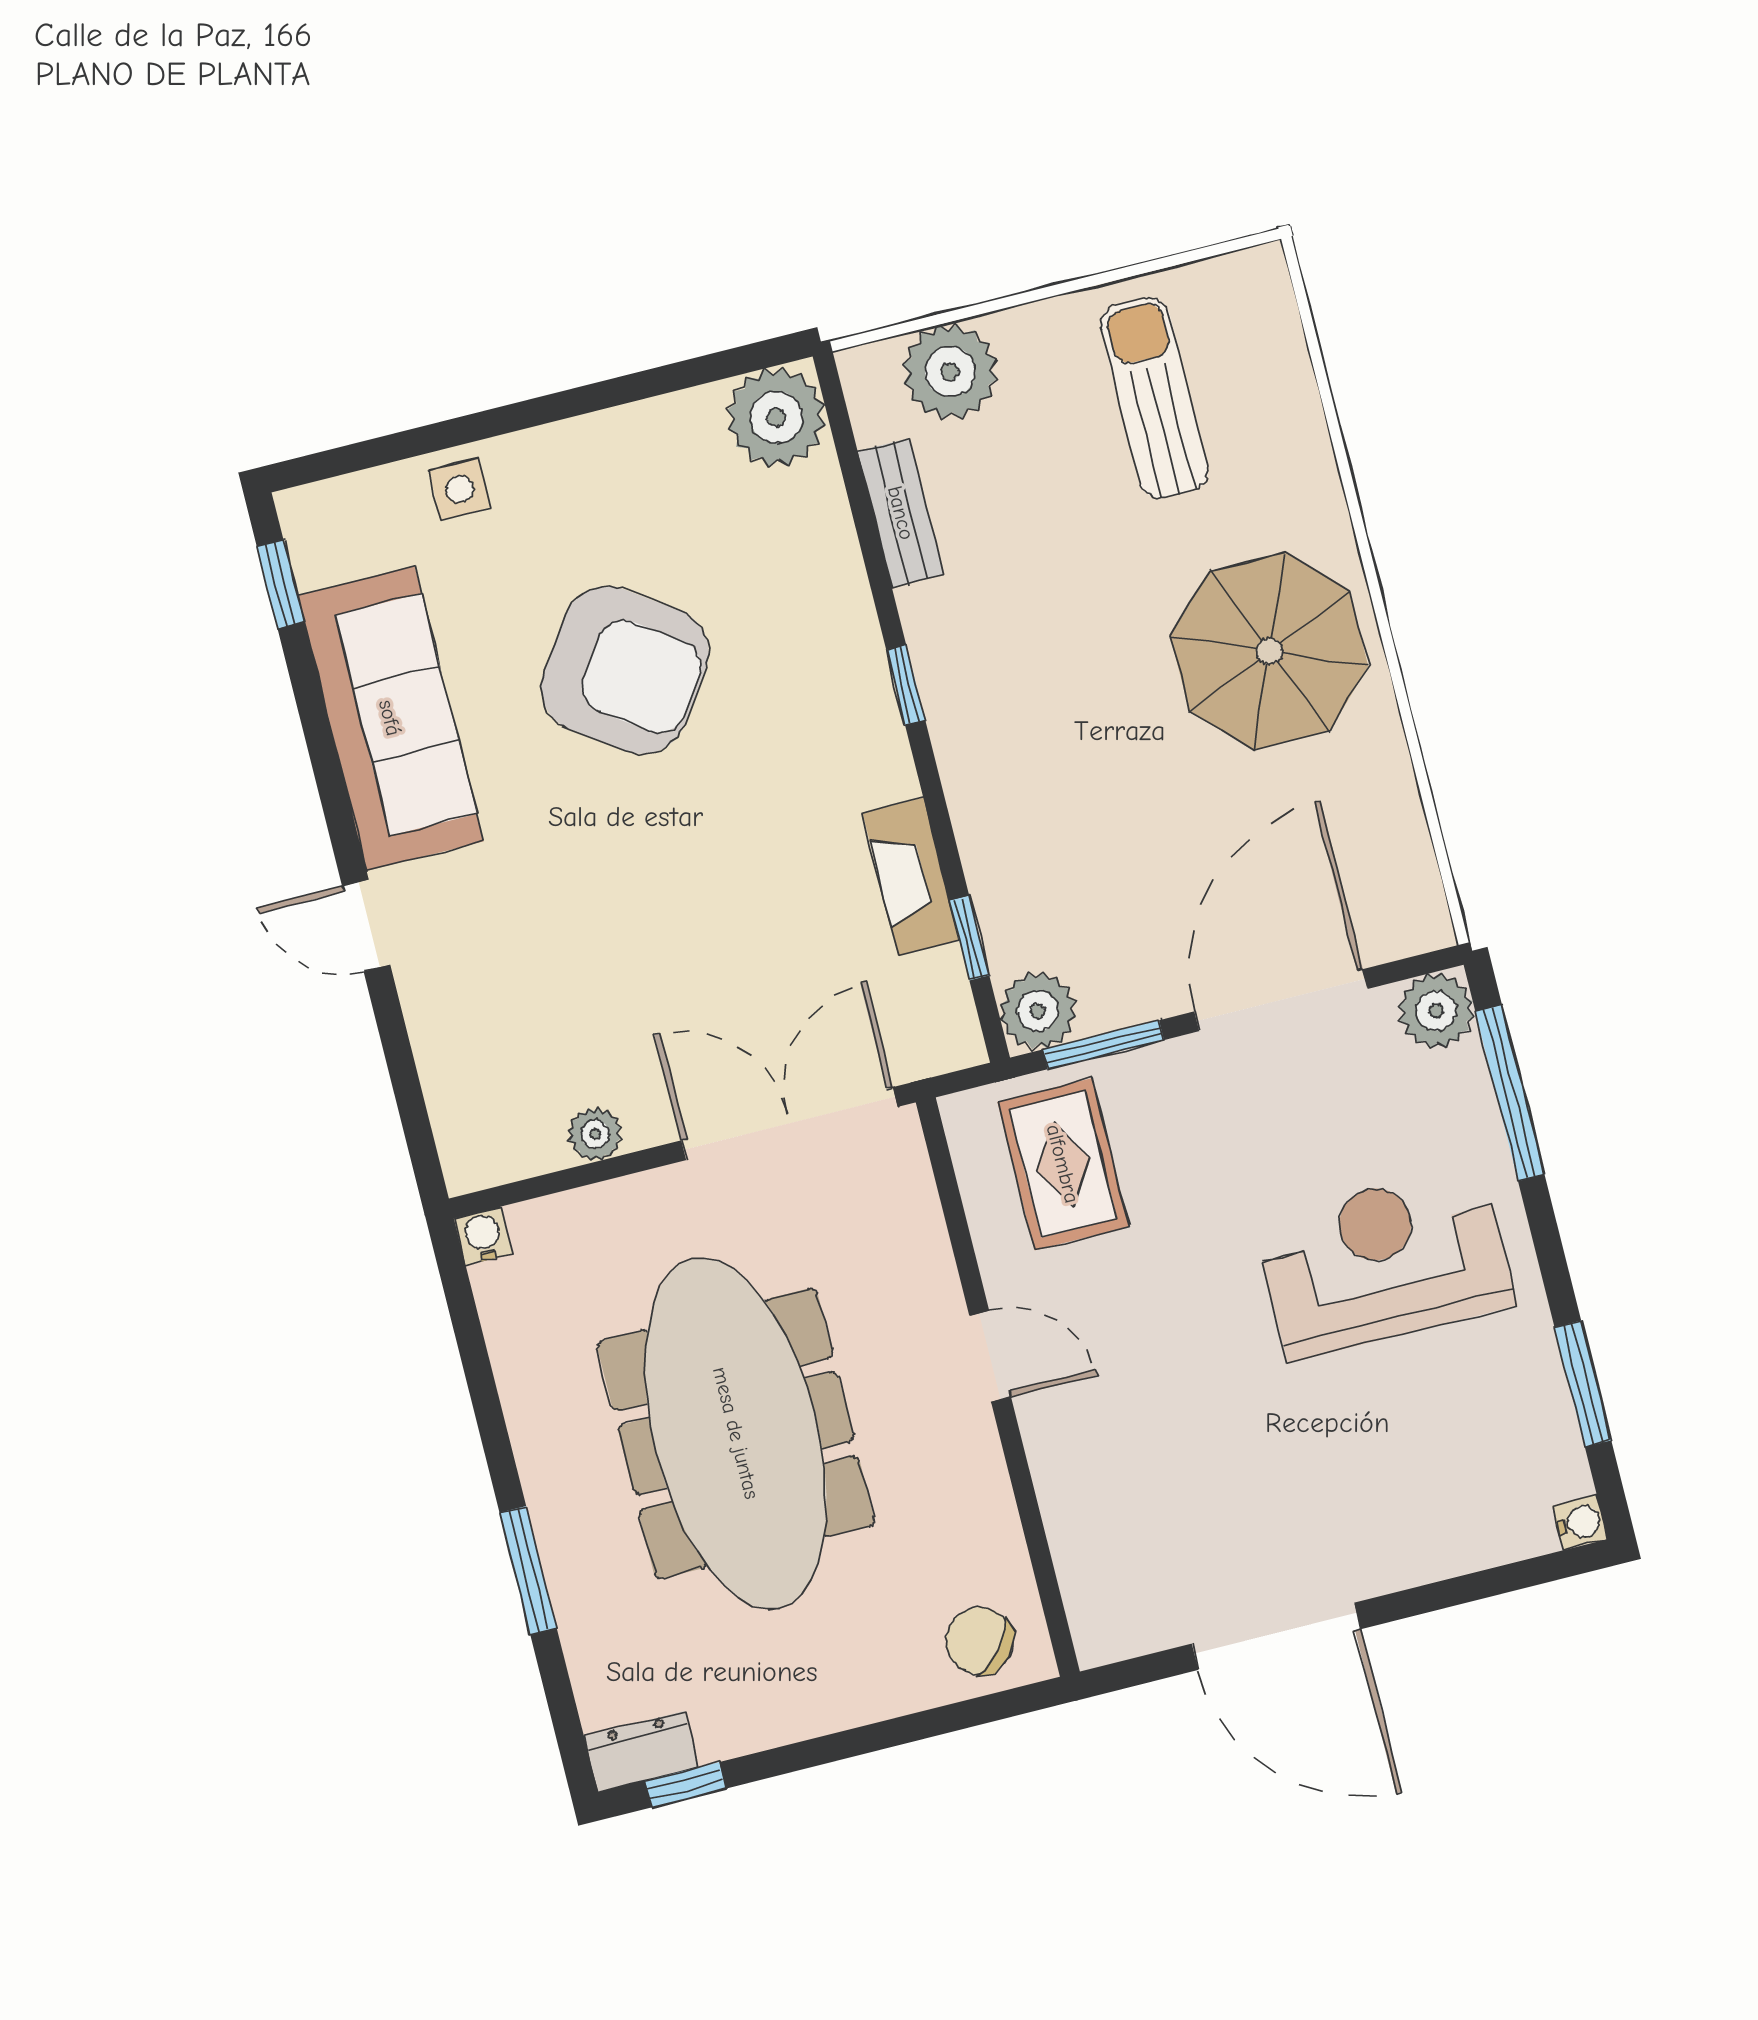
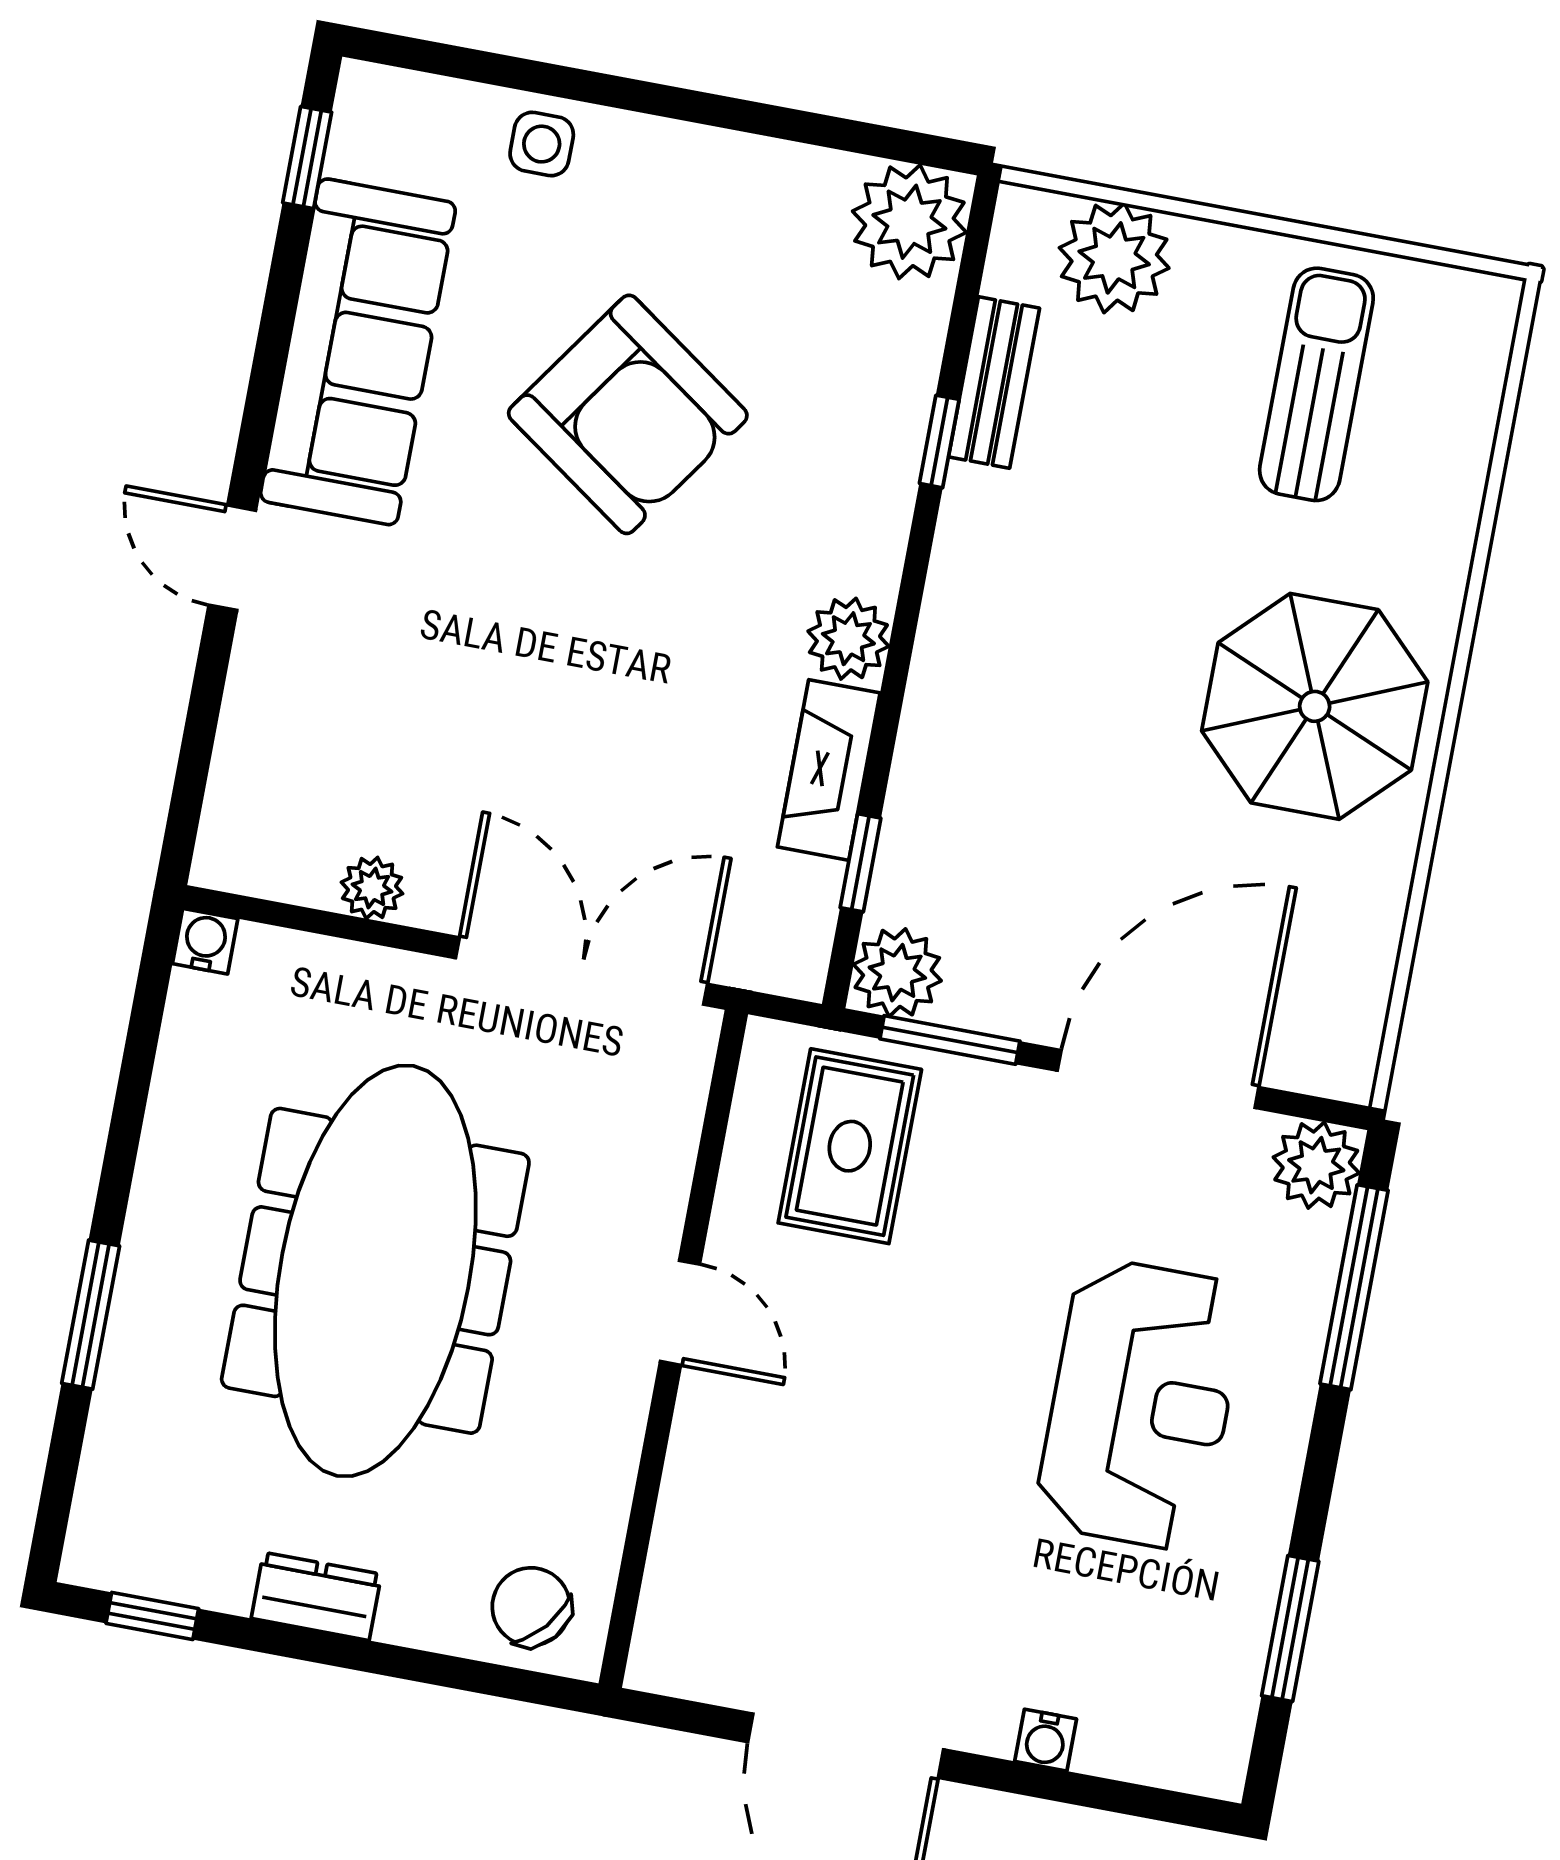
window: (906, 685) -> (939, 441), moved
plant: (879, 766) -> (848, 639), added
reception desk: (1385, 1262) -> (1141, 1404), turned 90
water cooler: (1580, 1522) -> (1046, 1740), moved, turned 90
dresser: (641, 1752) -> (316, 1596), moved

